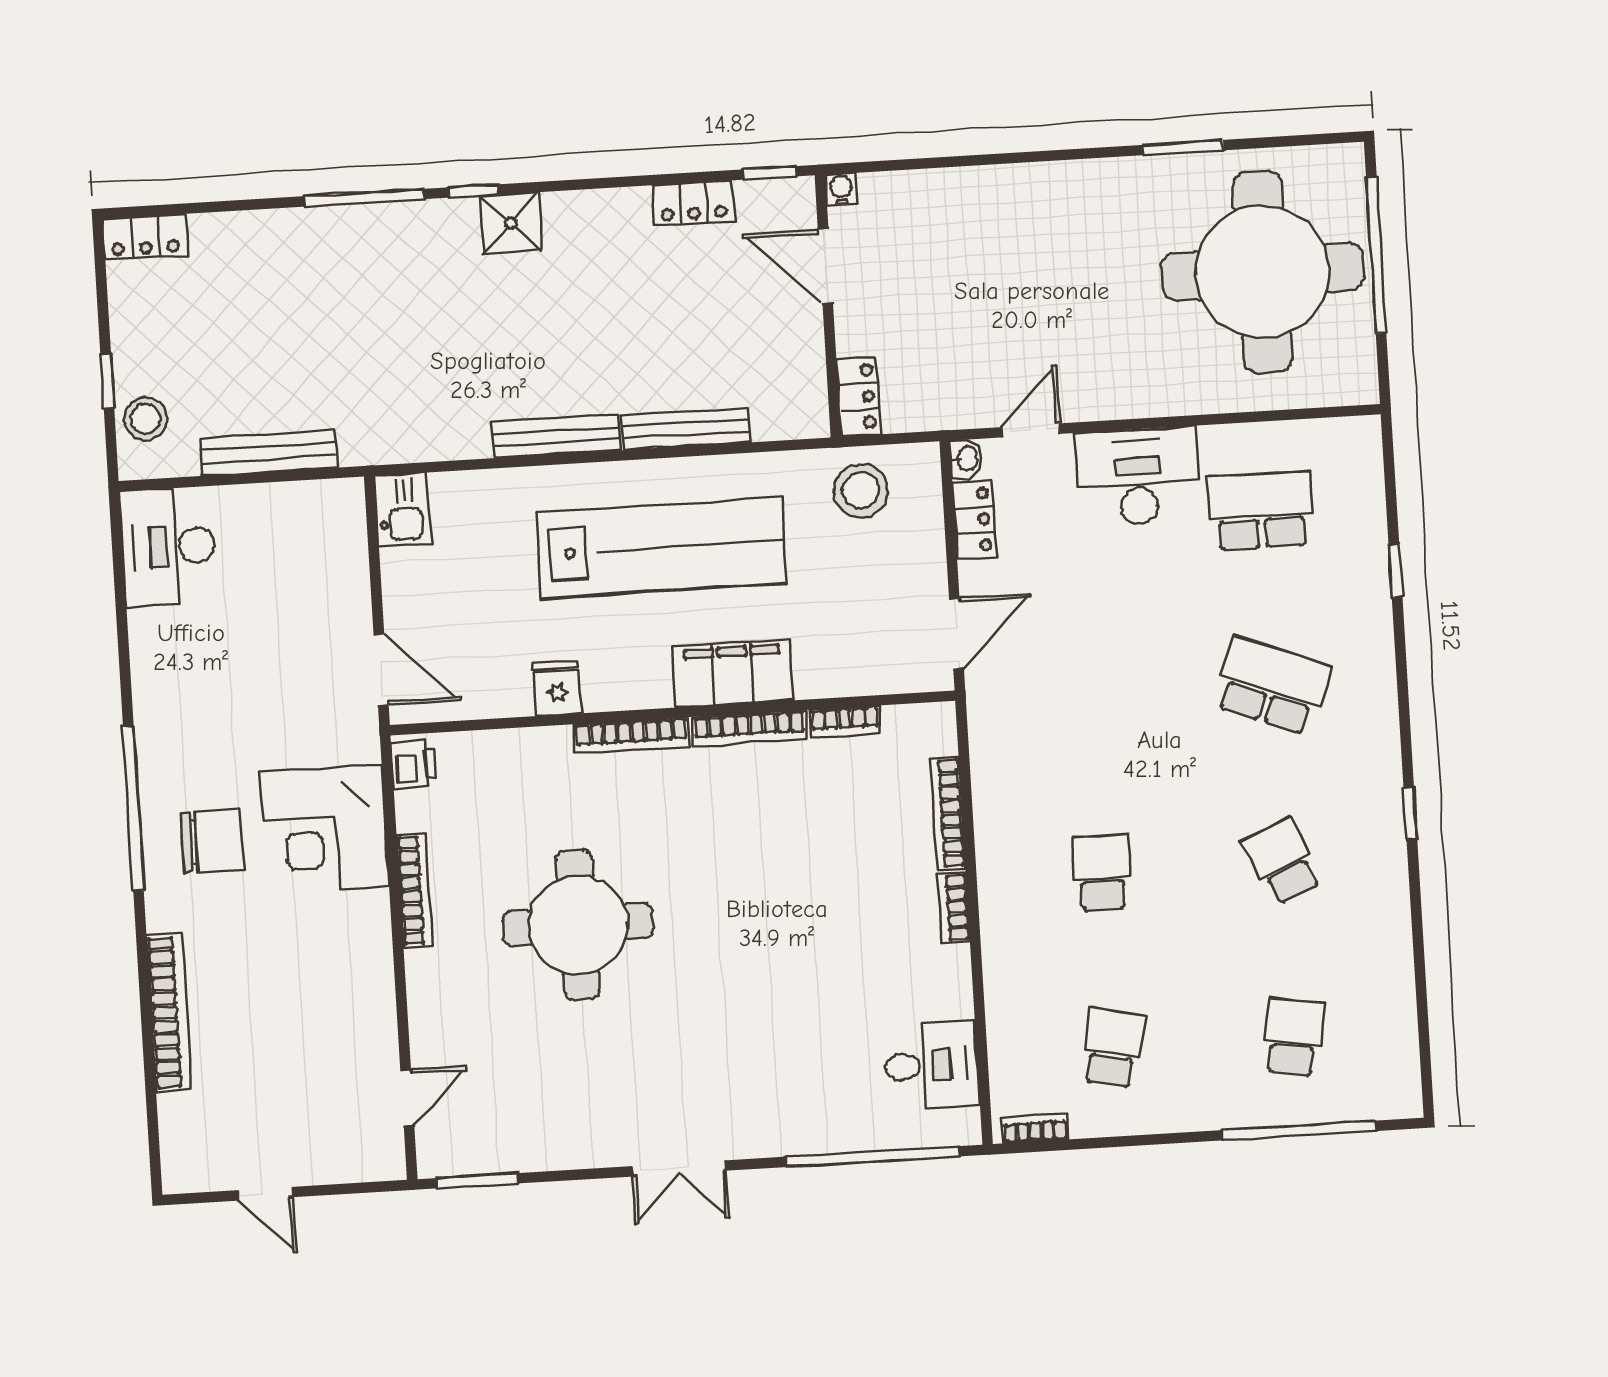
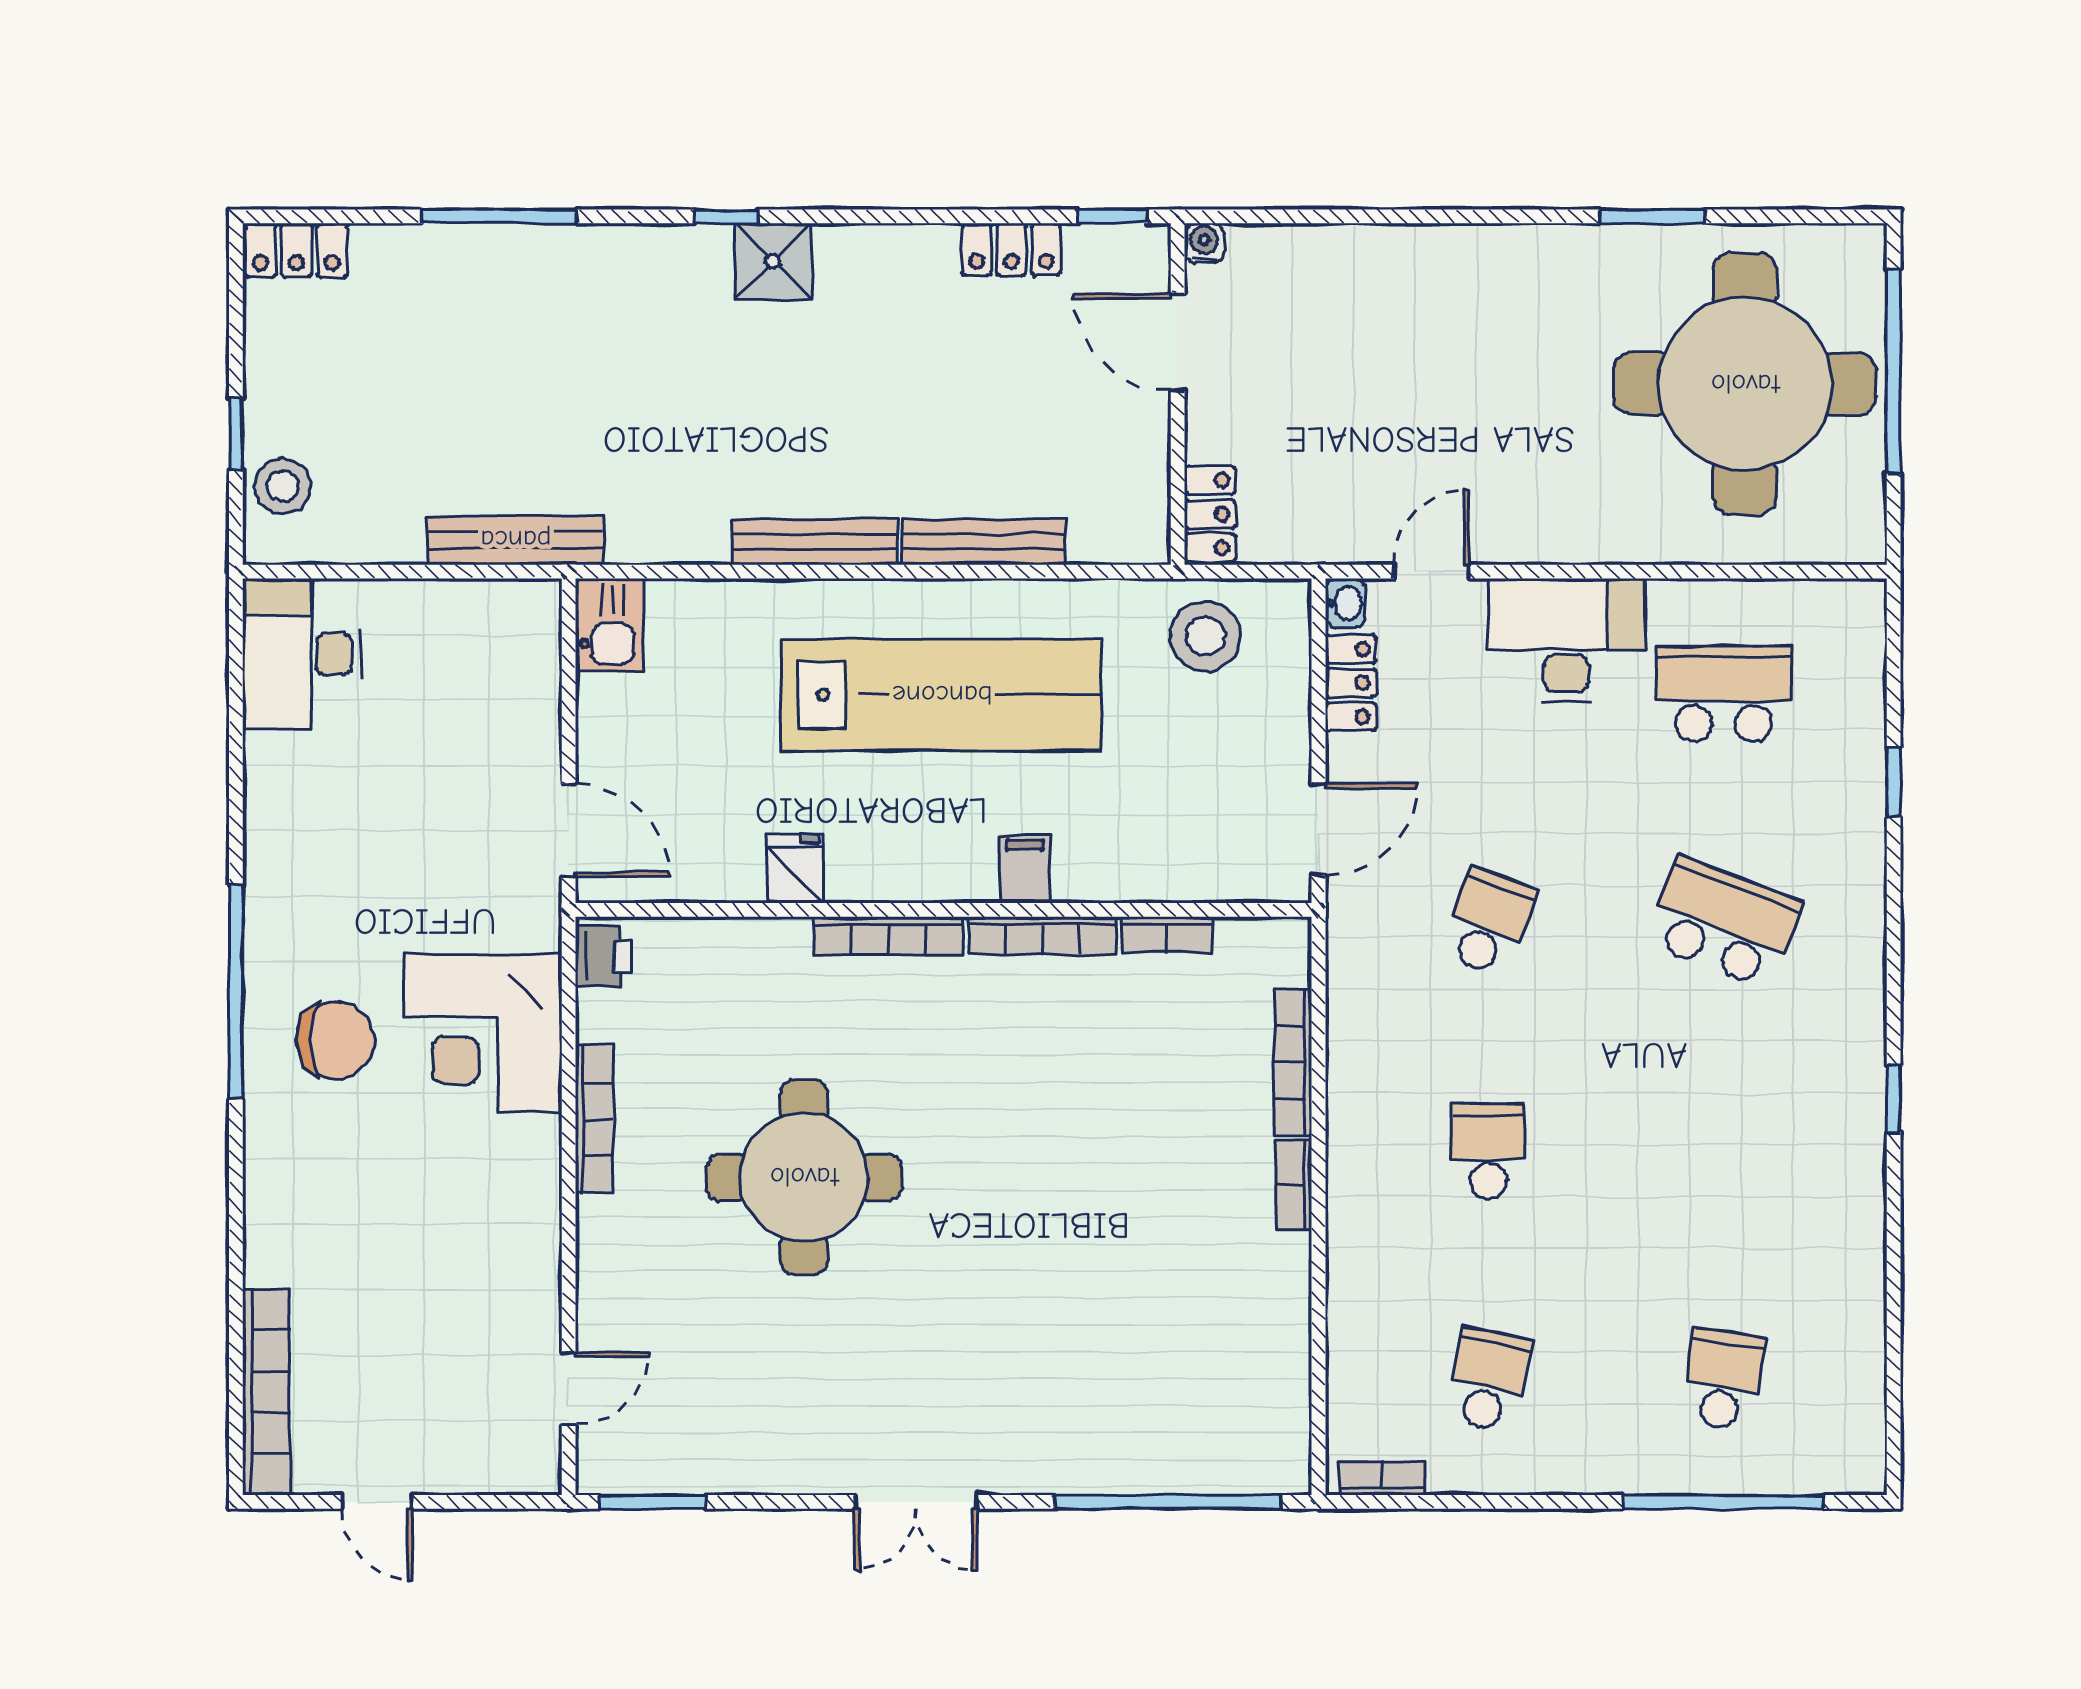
window: (364, 198) -> (499, 216), moved
bench: (268, 453) -> (516, 540), moved
filing cabinet: (733, 673) -> (1025, 869), width x0.33, depth x0.86
school desk: (1282, 861) -> (1488, 922), moved, turned 45
bookcase: (169, 1012) -> (266, 1392), moved
desk: (931, 1065) -> (1252, 1388), removed

